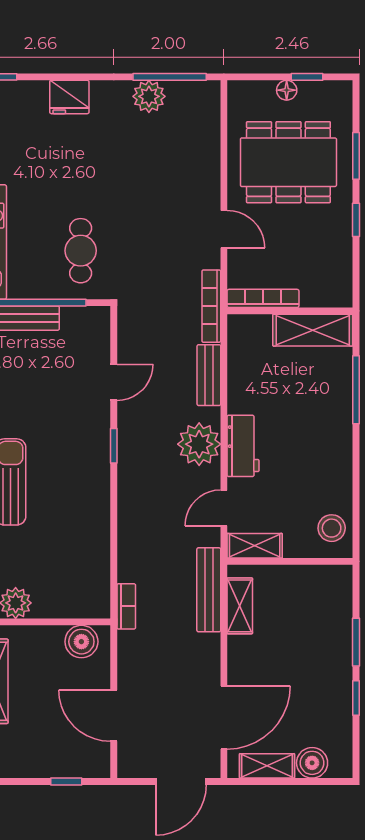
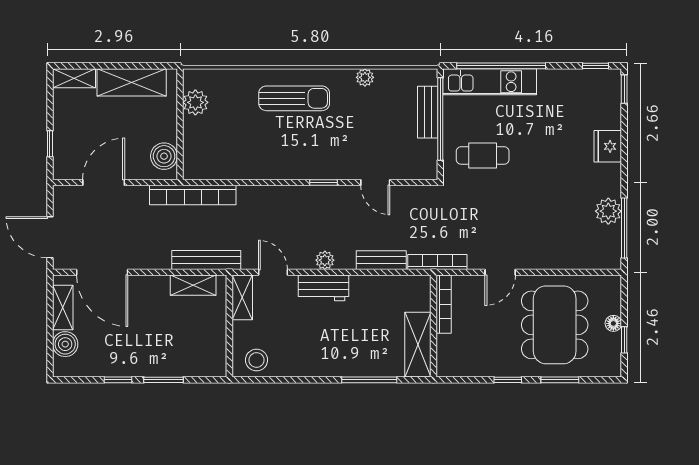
plant: (199, 444) -> (325, 260), width x0.53, depth x0.53
bookcase: (126, 606) -> (193, 195), width x2.31, depth x1.31

